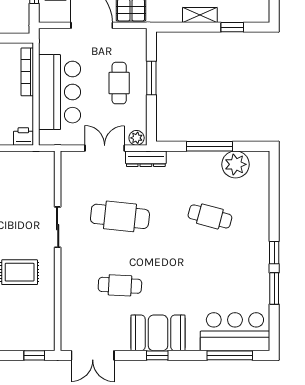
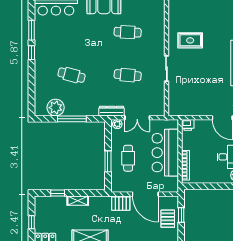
cafe table: (120, 216) -> (128, 75), width x0.73, depth x0.74

